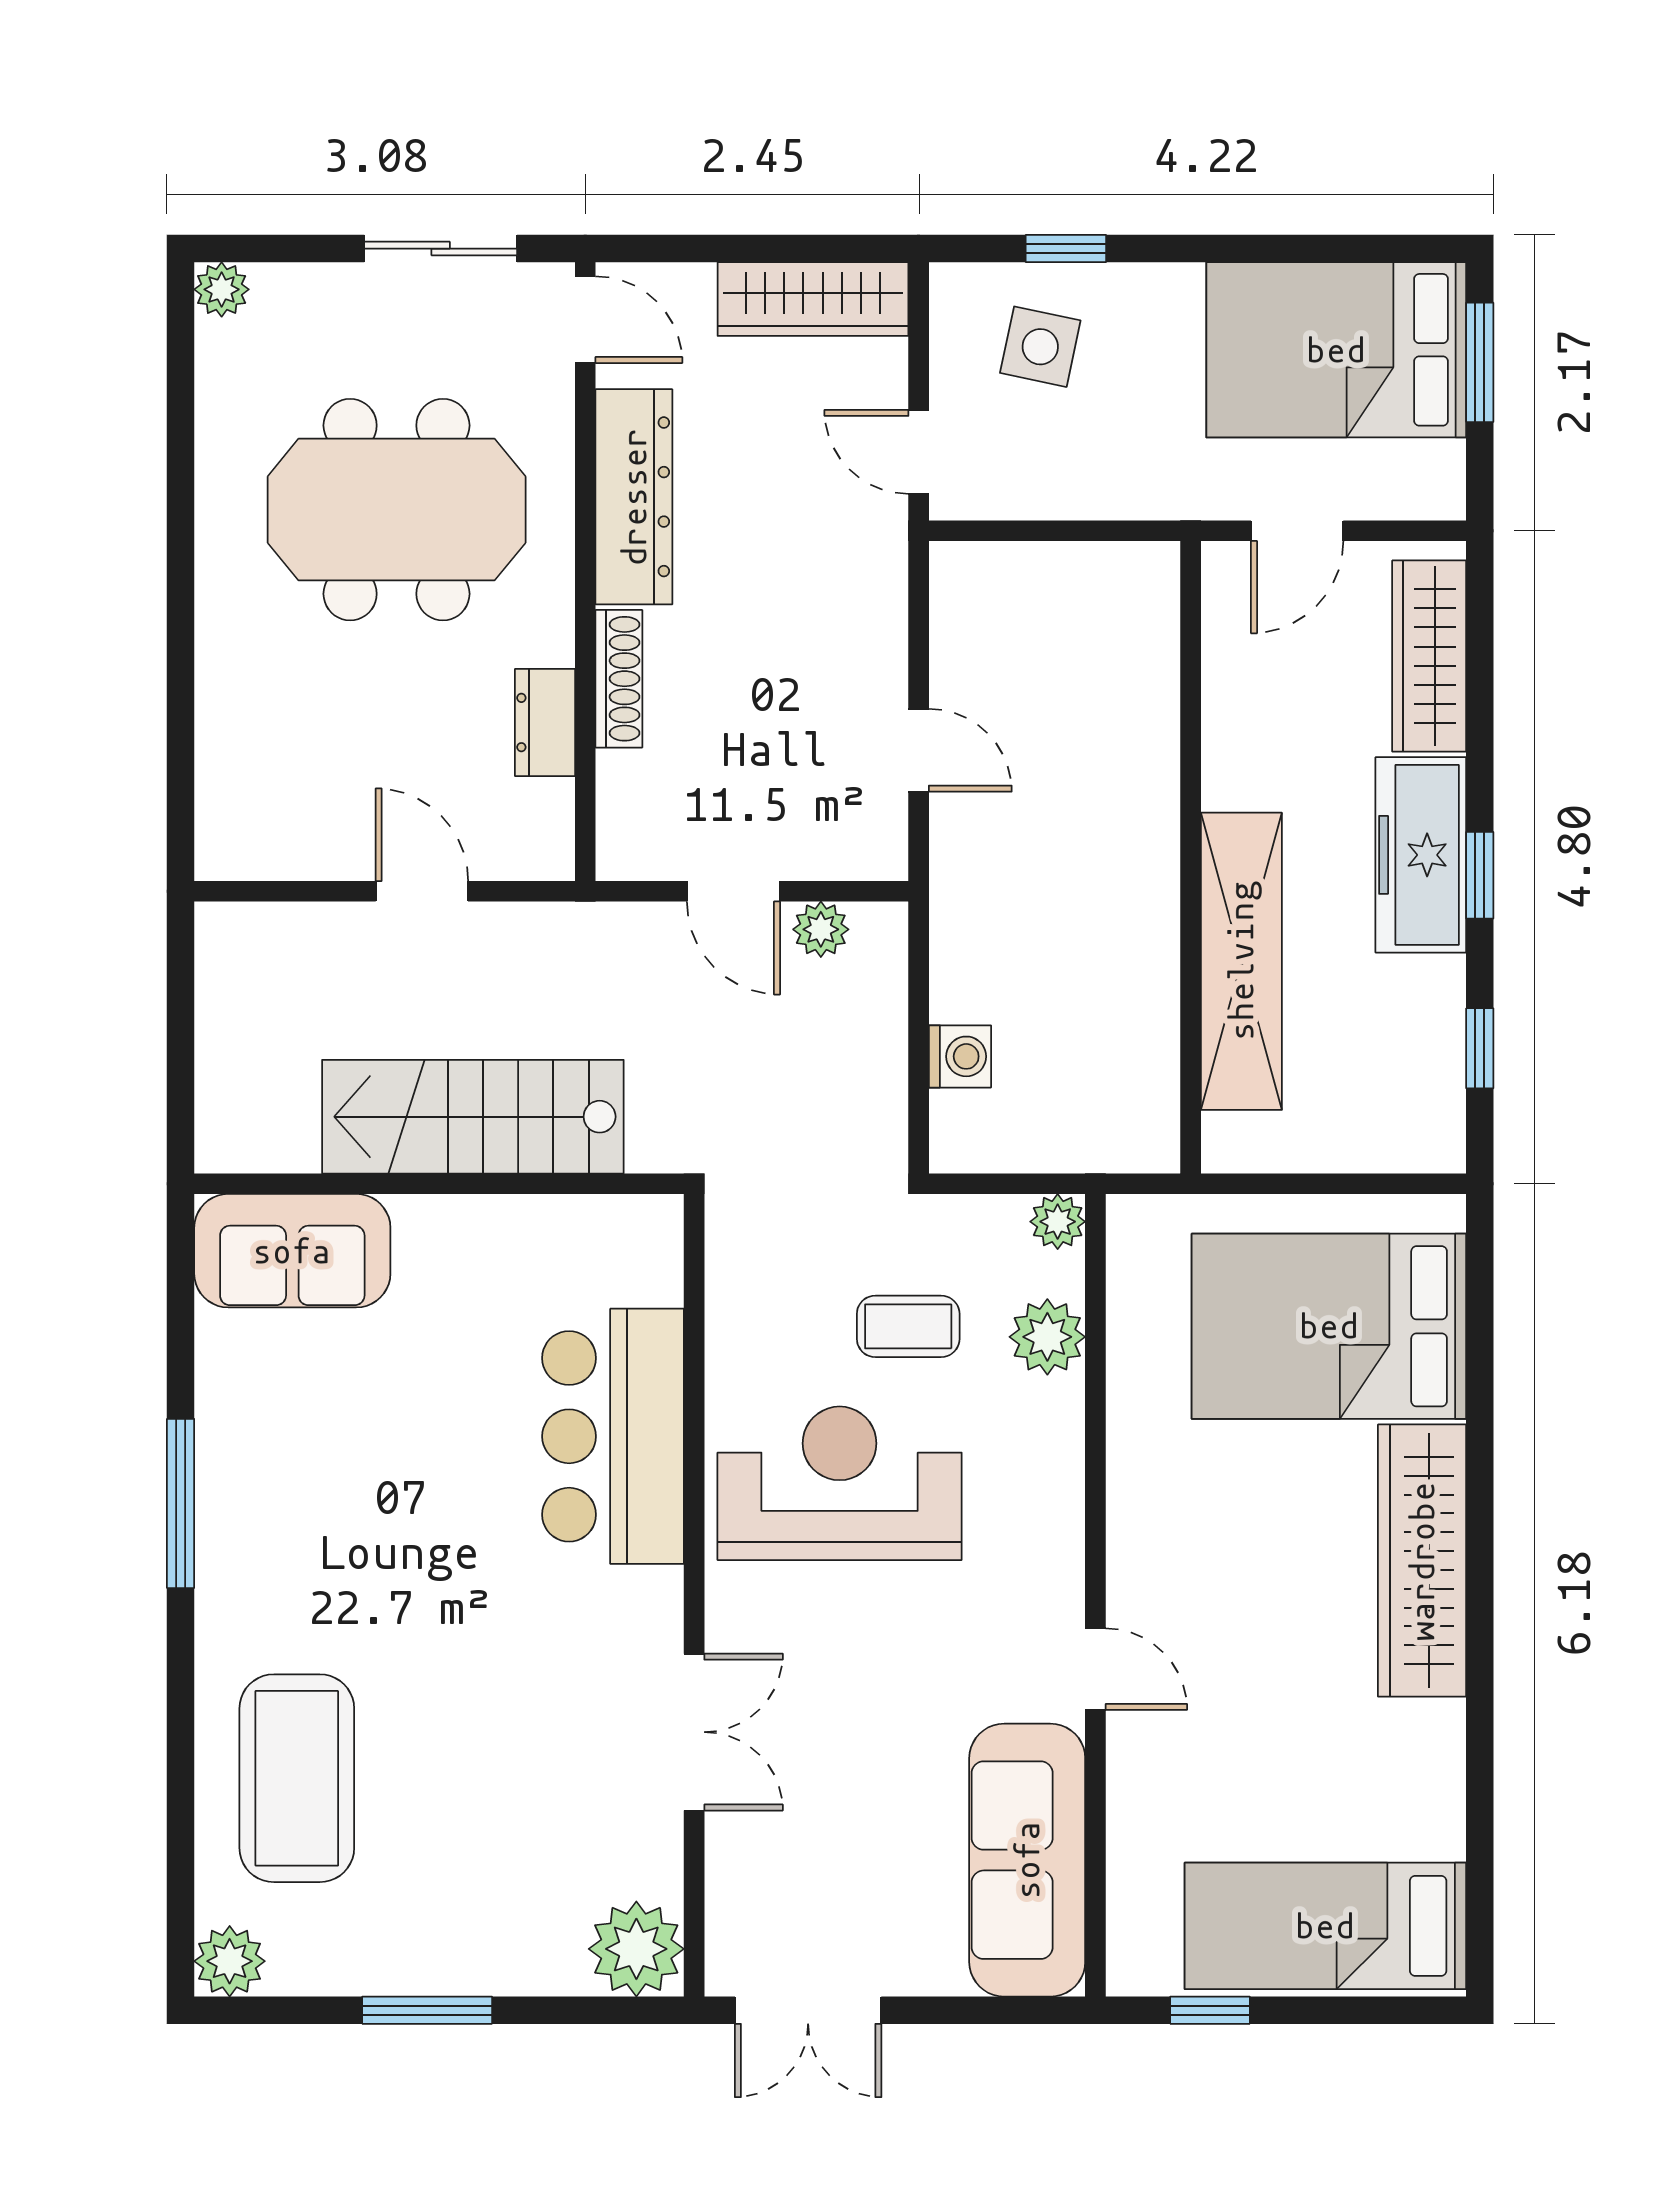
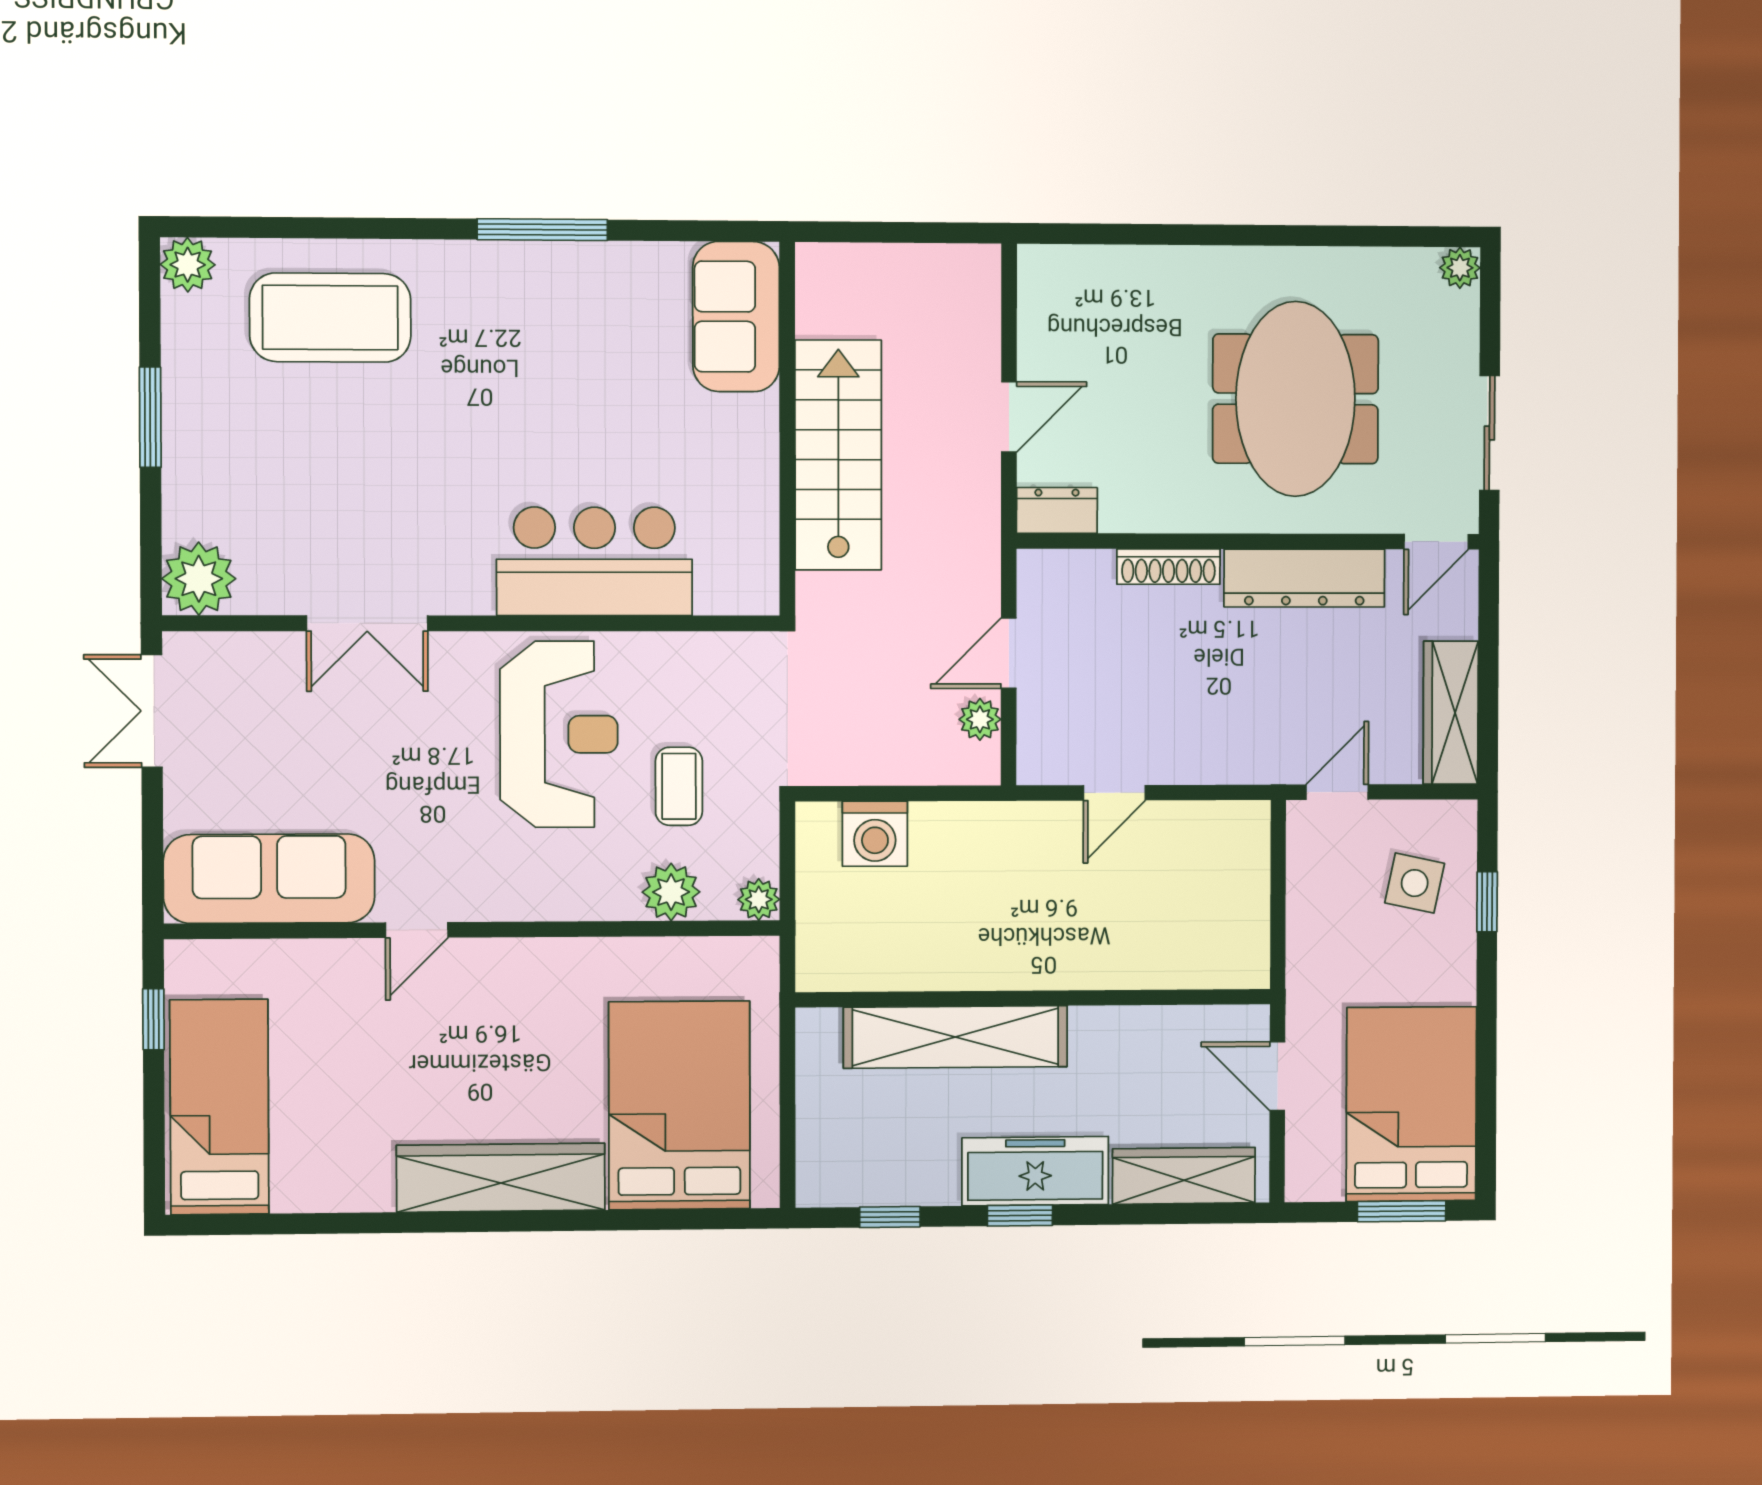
dresser: (545, 723) -> (1057, 510), moved
washing machine: (960, 1056) -> (875, 834), width x1.38, depth x1.38

